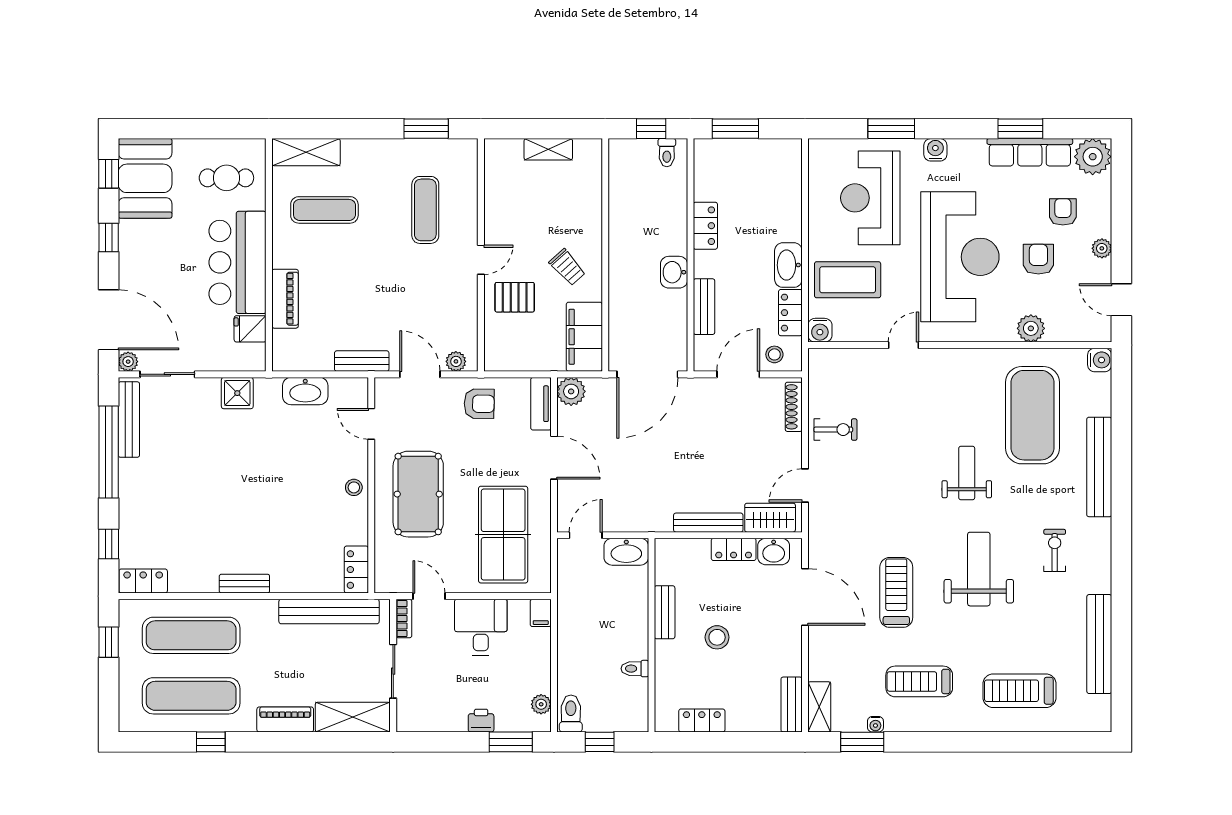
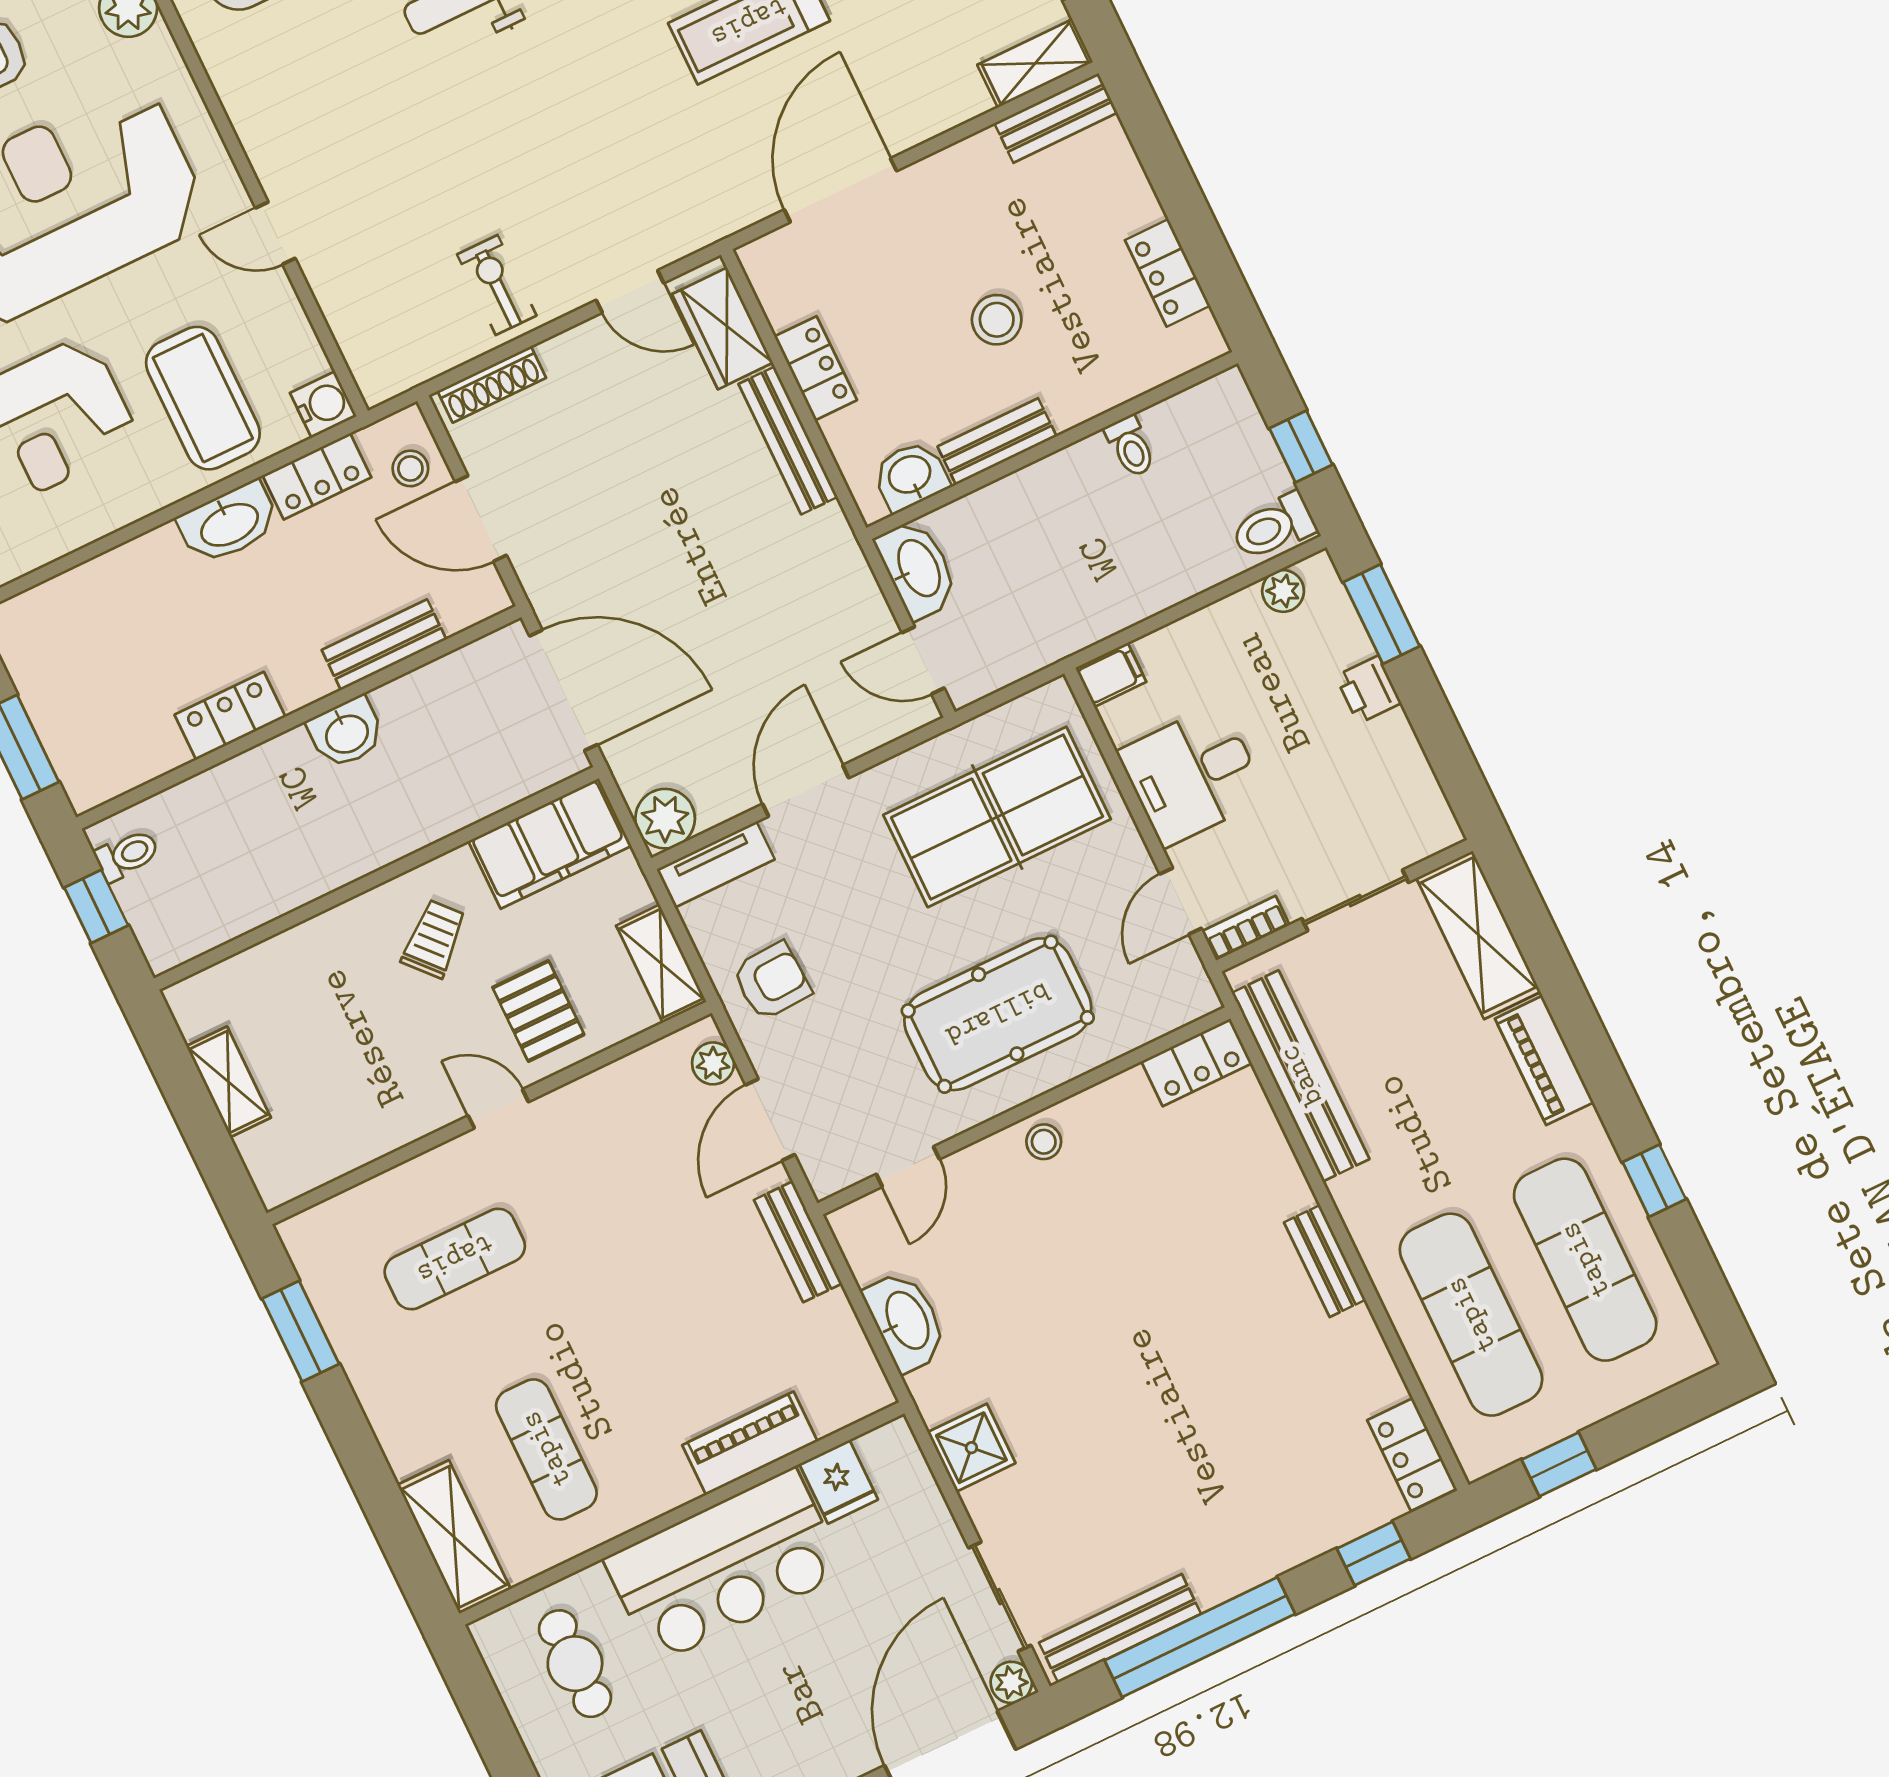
shelving: (510, 360) -> (661, 964), added
armchair: (479, 404) -> (772, 981), turned 86
washbasin: (774, 551) -> (910, 476), moved, turned -90

